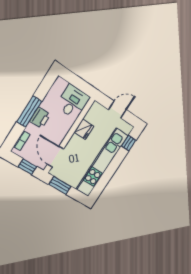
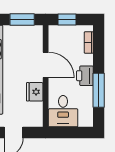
window: (29, 112) -> (99, 90), moved
door: (55, 157) -> (46, 65), moved

